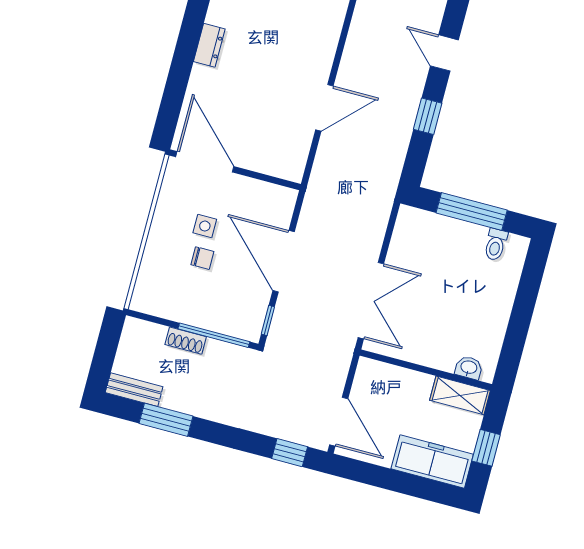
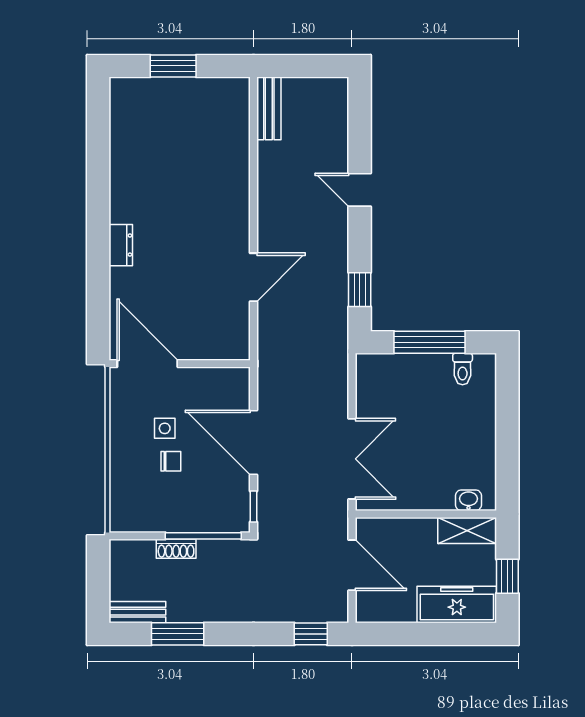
window: (428, 116) -> (360, 290), moved
door: (339, 422) -> (352, 565), moved

